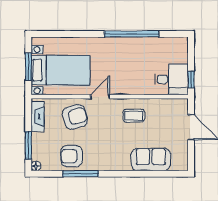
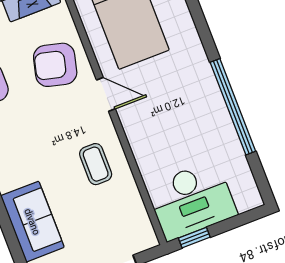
desk: (171, 79) -> (192, 200), width x1.37
armchair: (75, 117) -> (55, 65), turned 120

